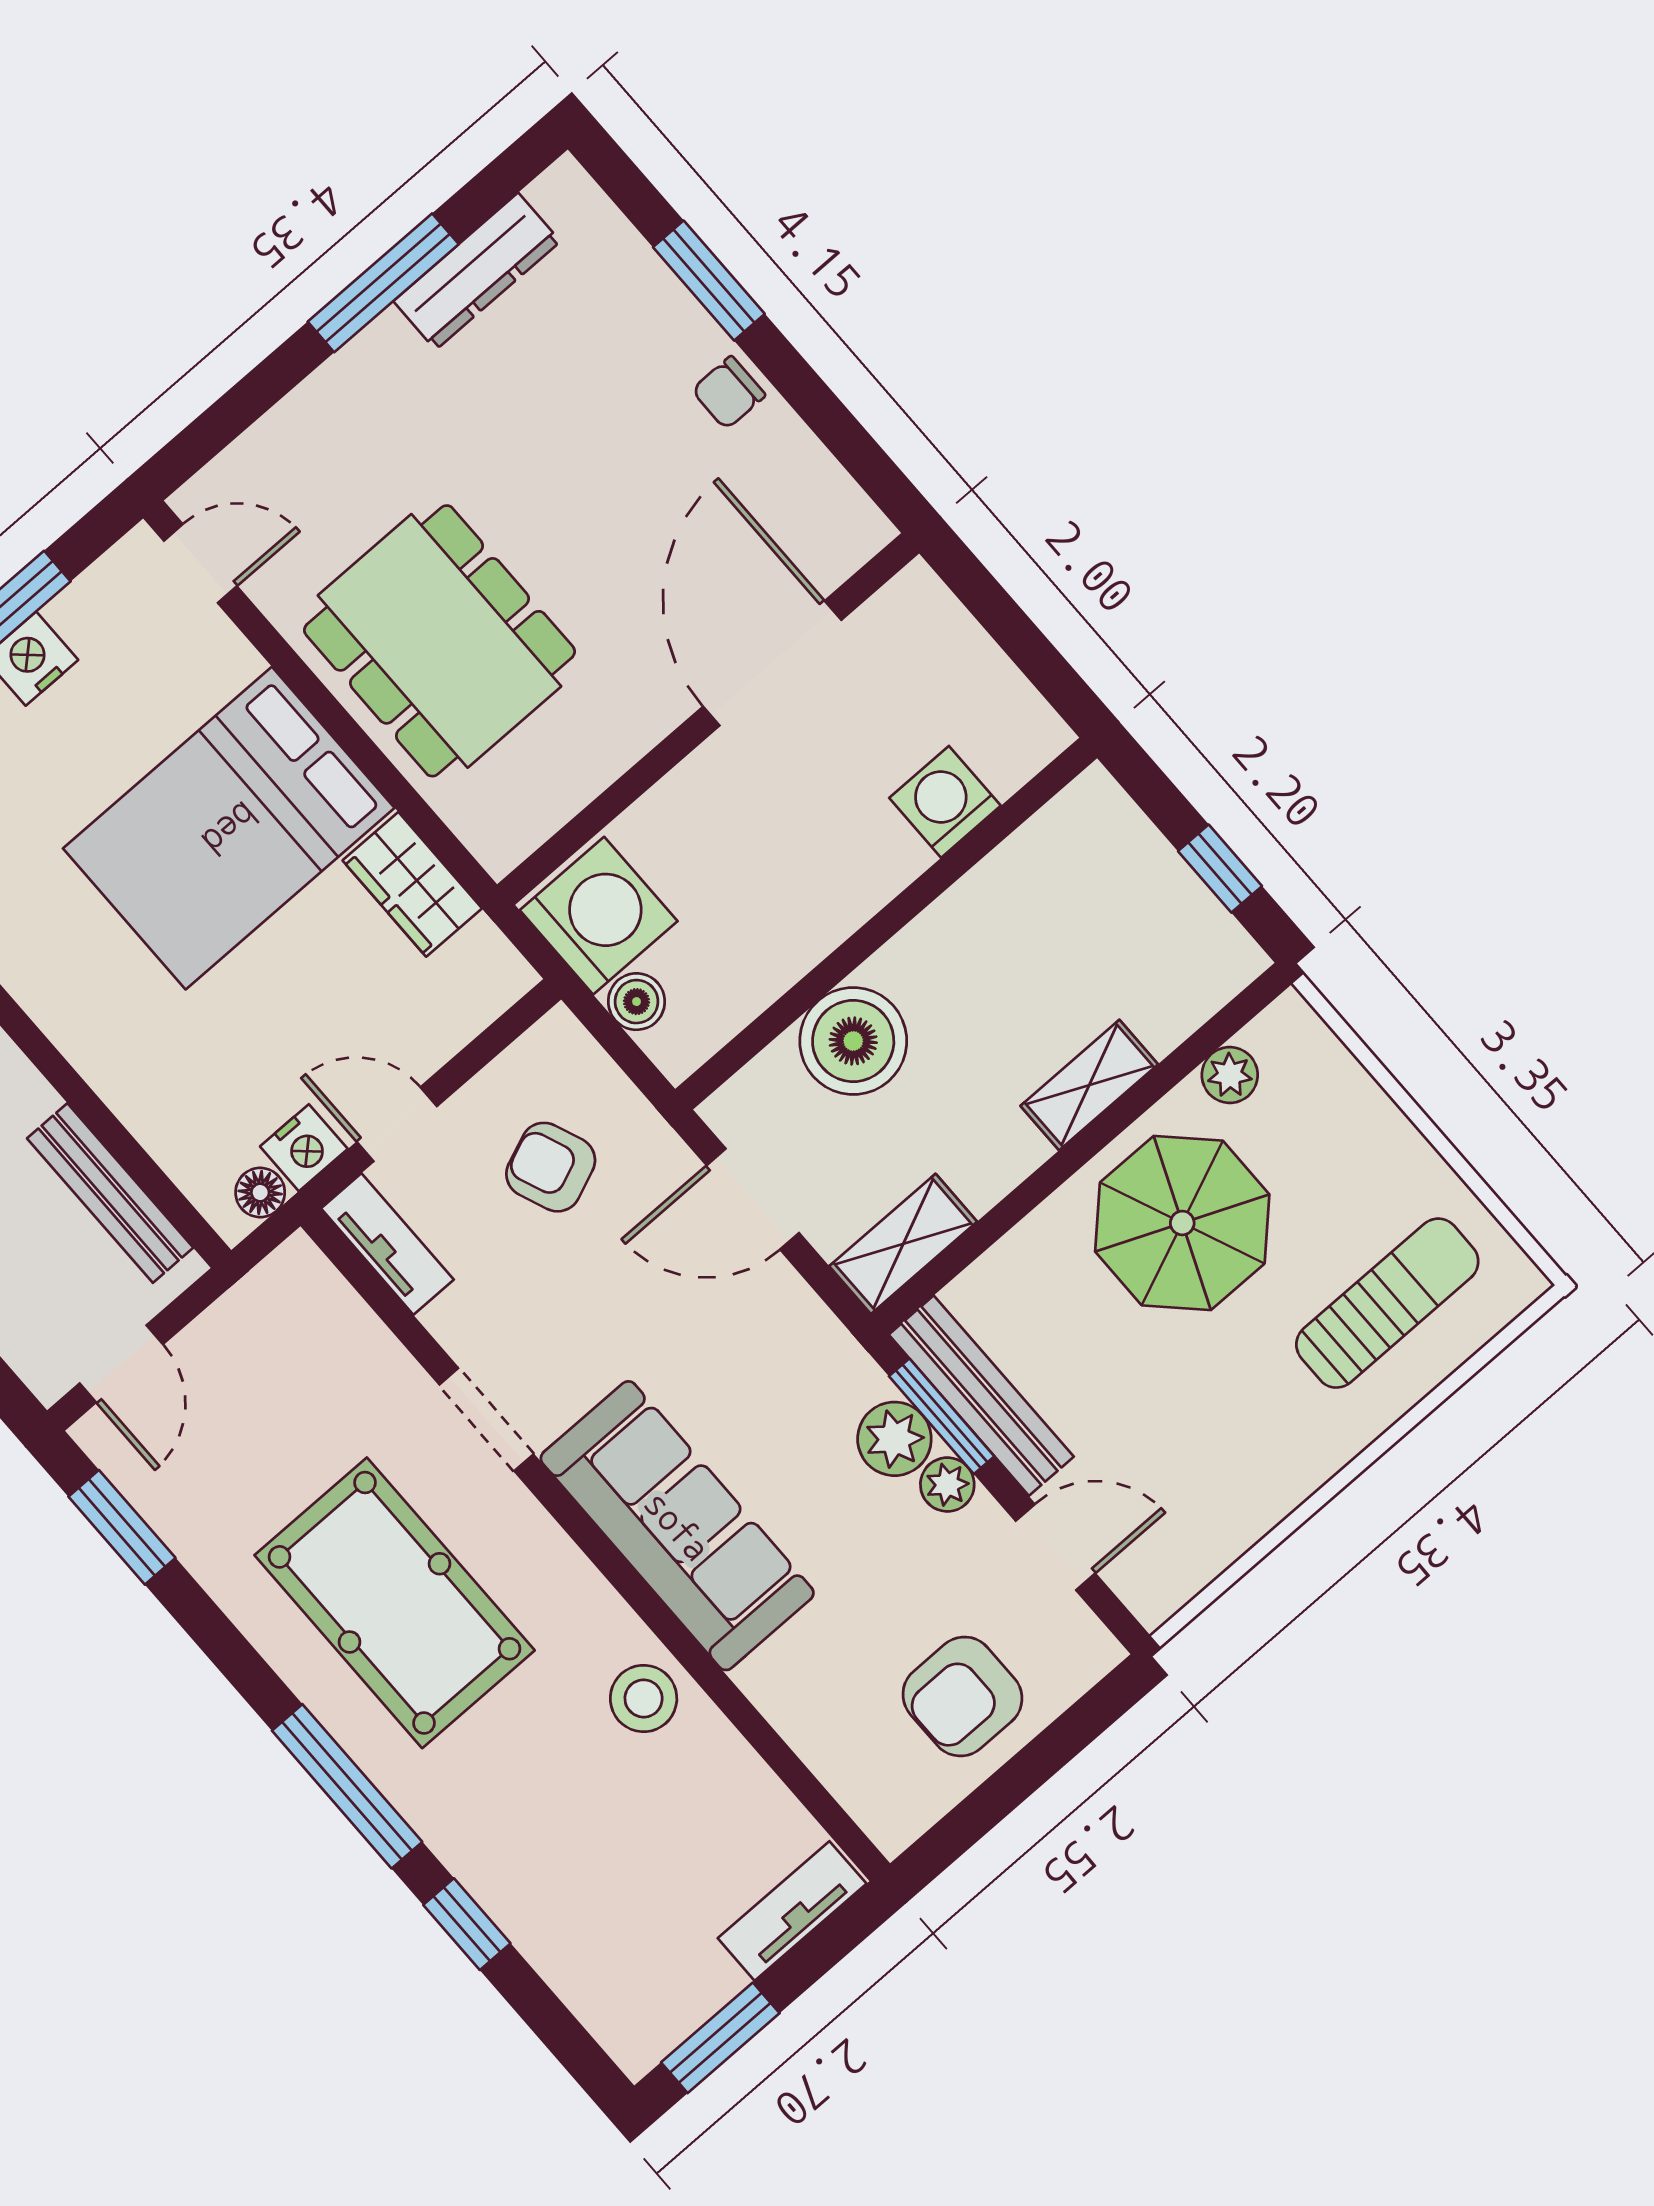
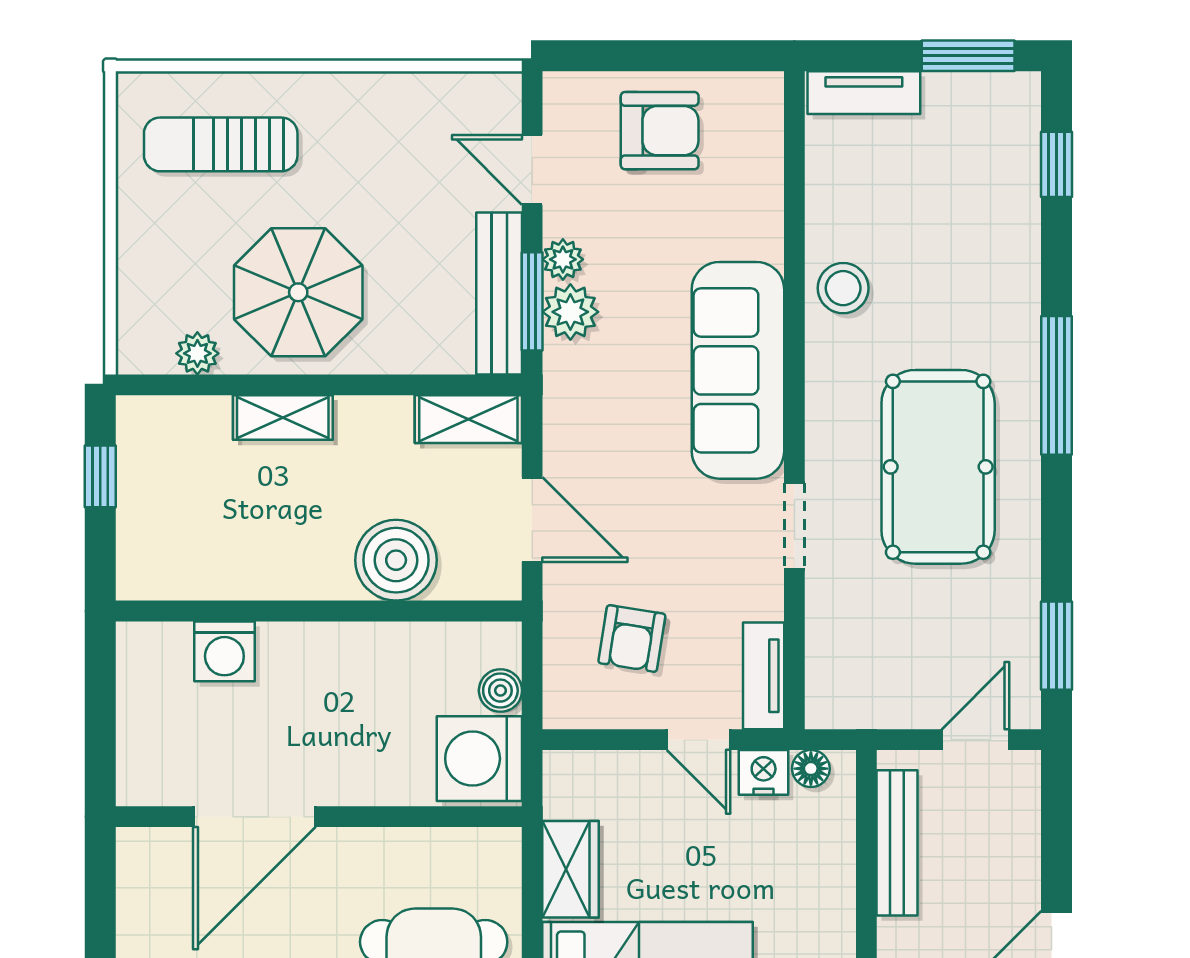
armchair: (551, 1167) -> (632, 638), turned 31
window: (467, 1924) -> (1057, 164), moved

